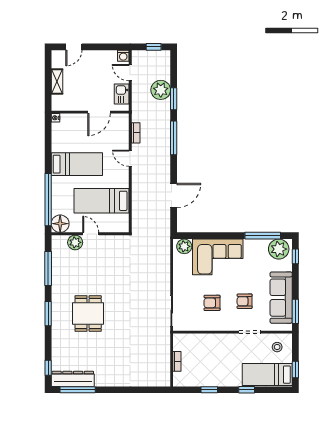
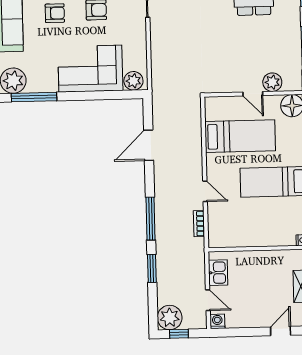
plant: (161, 90) -> (170, 318), moved
door: (99, 112) -> (246, 249), removed

